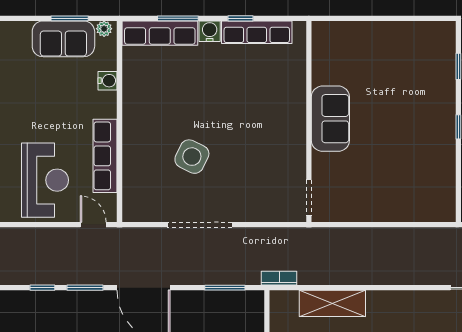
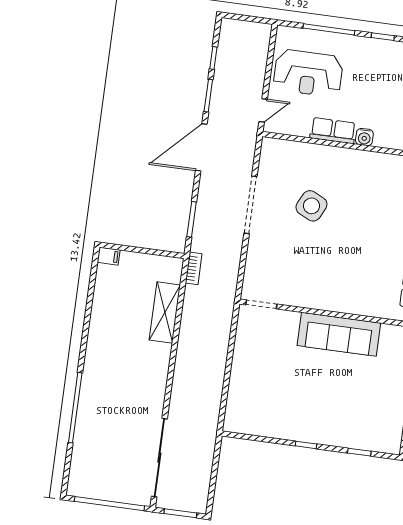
water cooler: (108, 81) -> (364, 137), moved
sofa: (330, 119) -> (339, 334), width x1.36
row of seats: (105, 156) -> (333, 131), width x0.68

